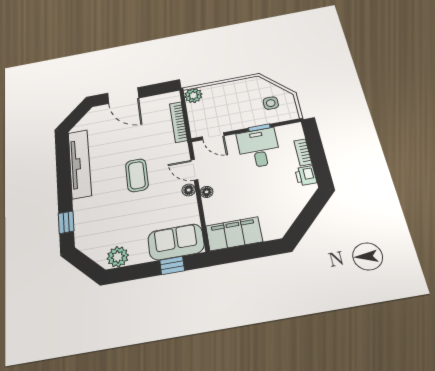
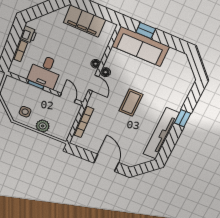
plant: (193, 95) -> (43, 126), moved
side table: (271, 103) -> (25, 112), moved
window: (66, 222) -> (183, 118), moved
filing cabinet: (234, 234) -> (85, 21), moved
sofa: (176, 242) -> (141, 46), width x1.36
plant: (118, 257) -> (175, 57), removed

